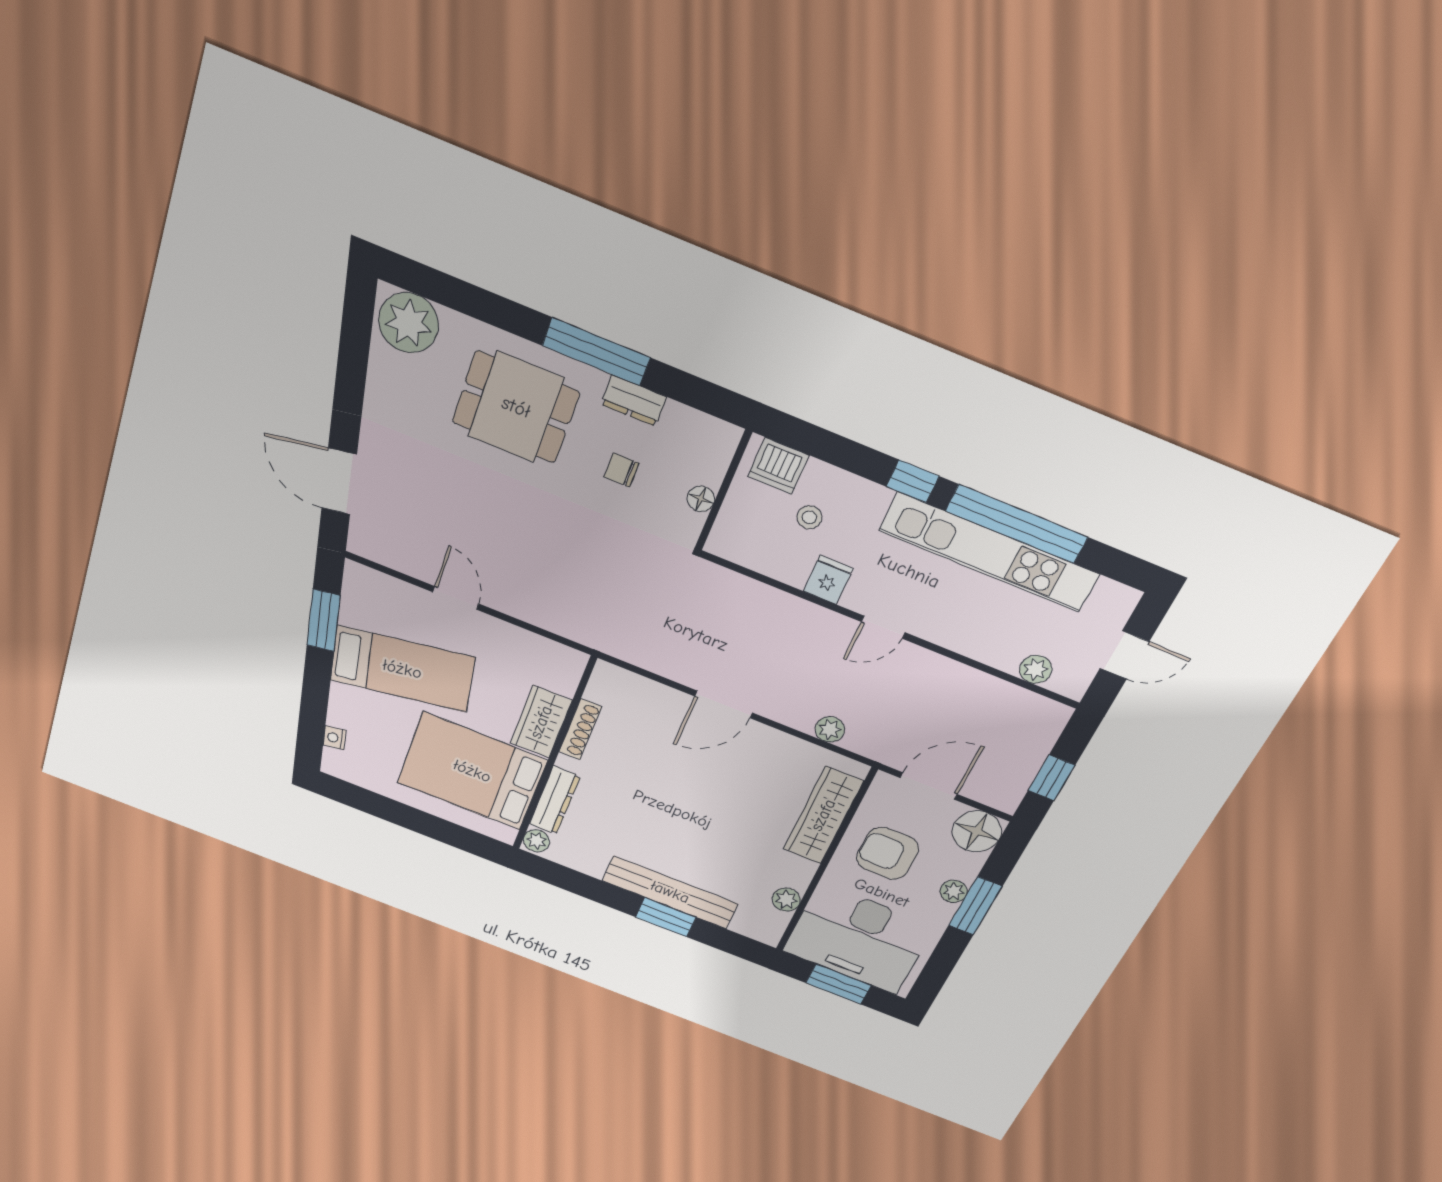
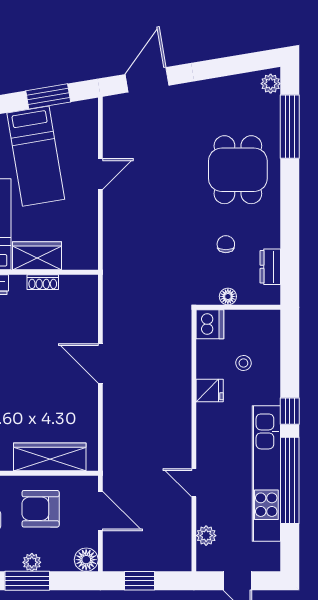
plant: (409, 323) -> (271, 84), width x0.53, depth x0.53
window: (596, 352) -> (290, 127), moved
dresser: (634, 401) -> (270, 267), moved
dishwasher: (778, 466) -> (210, 324), moved, turned 180
door: (883, 627) -> (194, 483), moved
shoe rack: (580, 729) -> (43, 282), width x0.70
plant: (830, 729) -> (112, 434), removed
floor lamp: (977, 831) -> (86, 560), width x0.73, depth x0.73
armchair: (888, 853) -> (41, 509), turned -90

